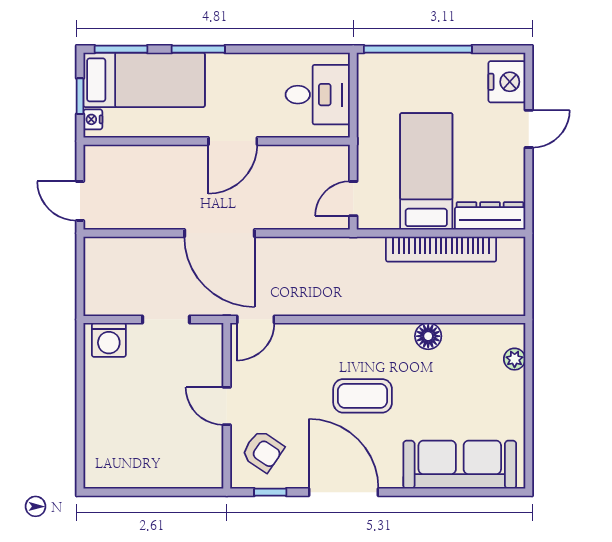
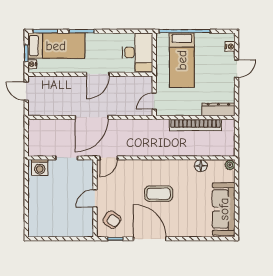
nightstand: (507, 82) -> (230, 46), width x0.53, depth x0.56
desk: (318, 95) -> (138, 52), width x1.37
bed: (426, 171) -> (182, 60), moved, turned 180
door: (80, 201) -> (26, 91), moved
door: (220, 233) -> (92, 117), hinge flipped
floor lamp: (428, 336) -> (201, 166), moved
plant: (515, 359) -> (230, 165), moved
door: (227, 406) -> (95, 198), hinge flipped
sofa: (460, 465) -> (224, 209), moved, turned -90

